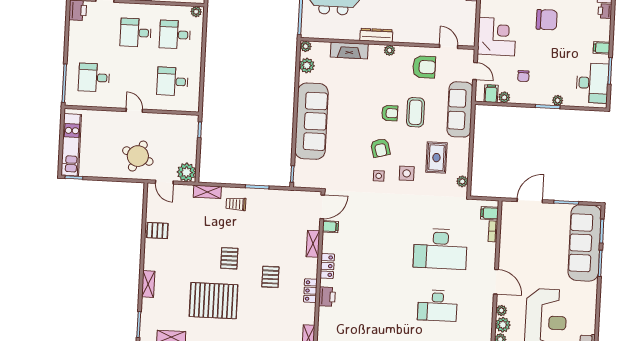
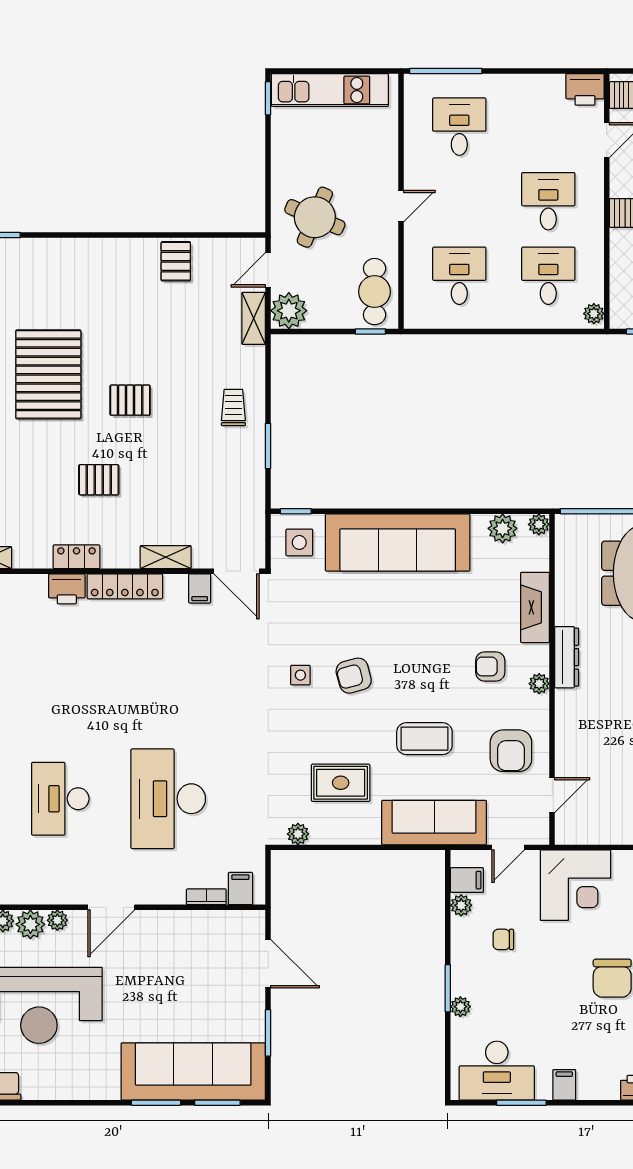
armchair: (390, 113) -> (490, 666), moved, turned 90
cafe table: (179, 127) -> (375, 292), added
side table: (407, 173) -> (299, 542), moved
shelving: (207, 192) -> (254, 318), moved
locker: (327, 266) -> (125, 586), width x1.53
shelving: (148, 284) -> (74, 249), removed

